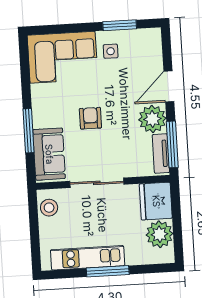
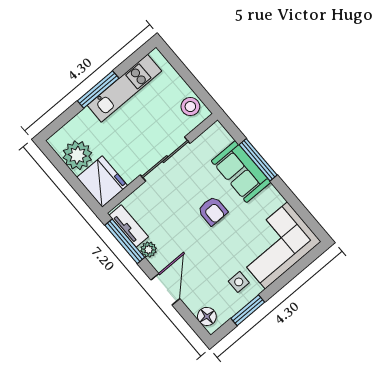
floor lamp: (153, 43) -> (207, 316), added
plant: (152, 119) -> (149, 250), width x0.53, depth x0.53
sofa: (49, 154) -> (241, 172), moved

